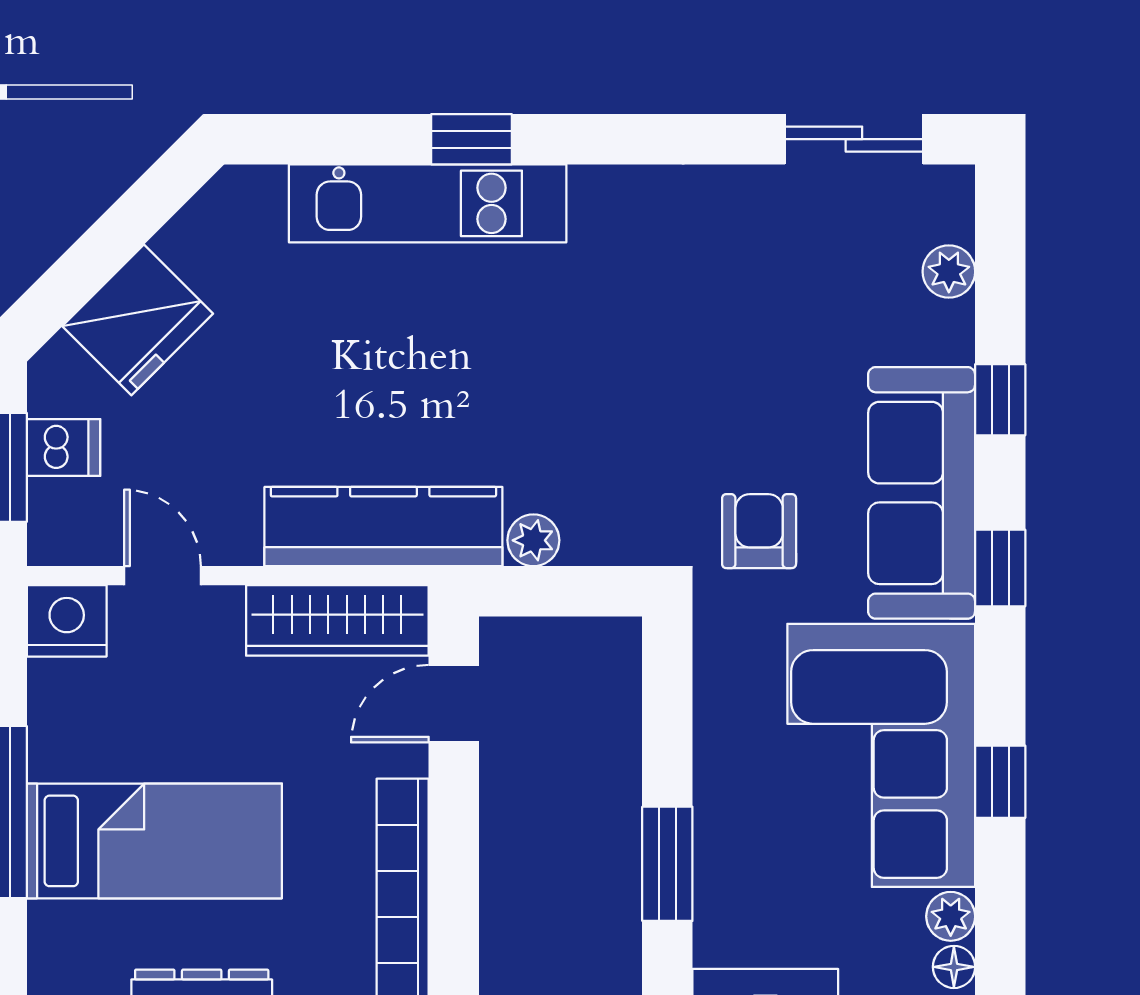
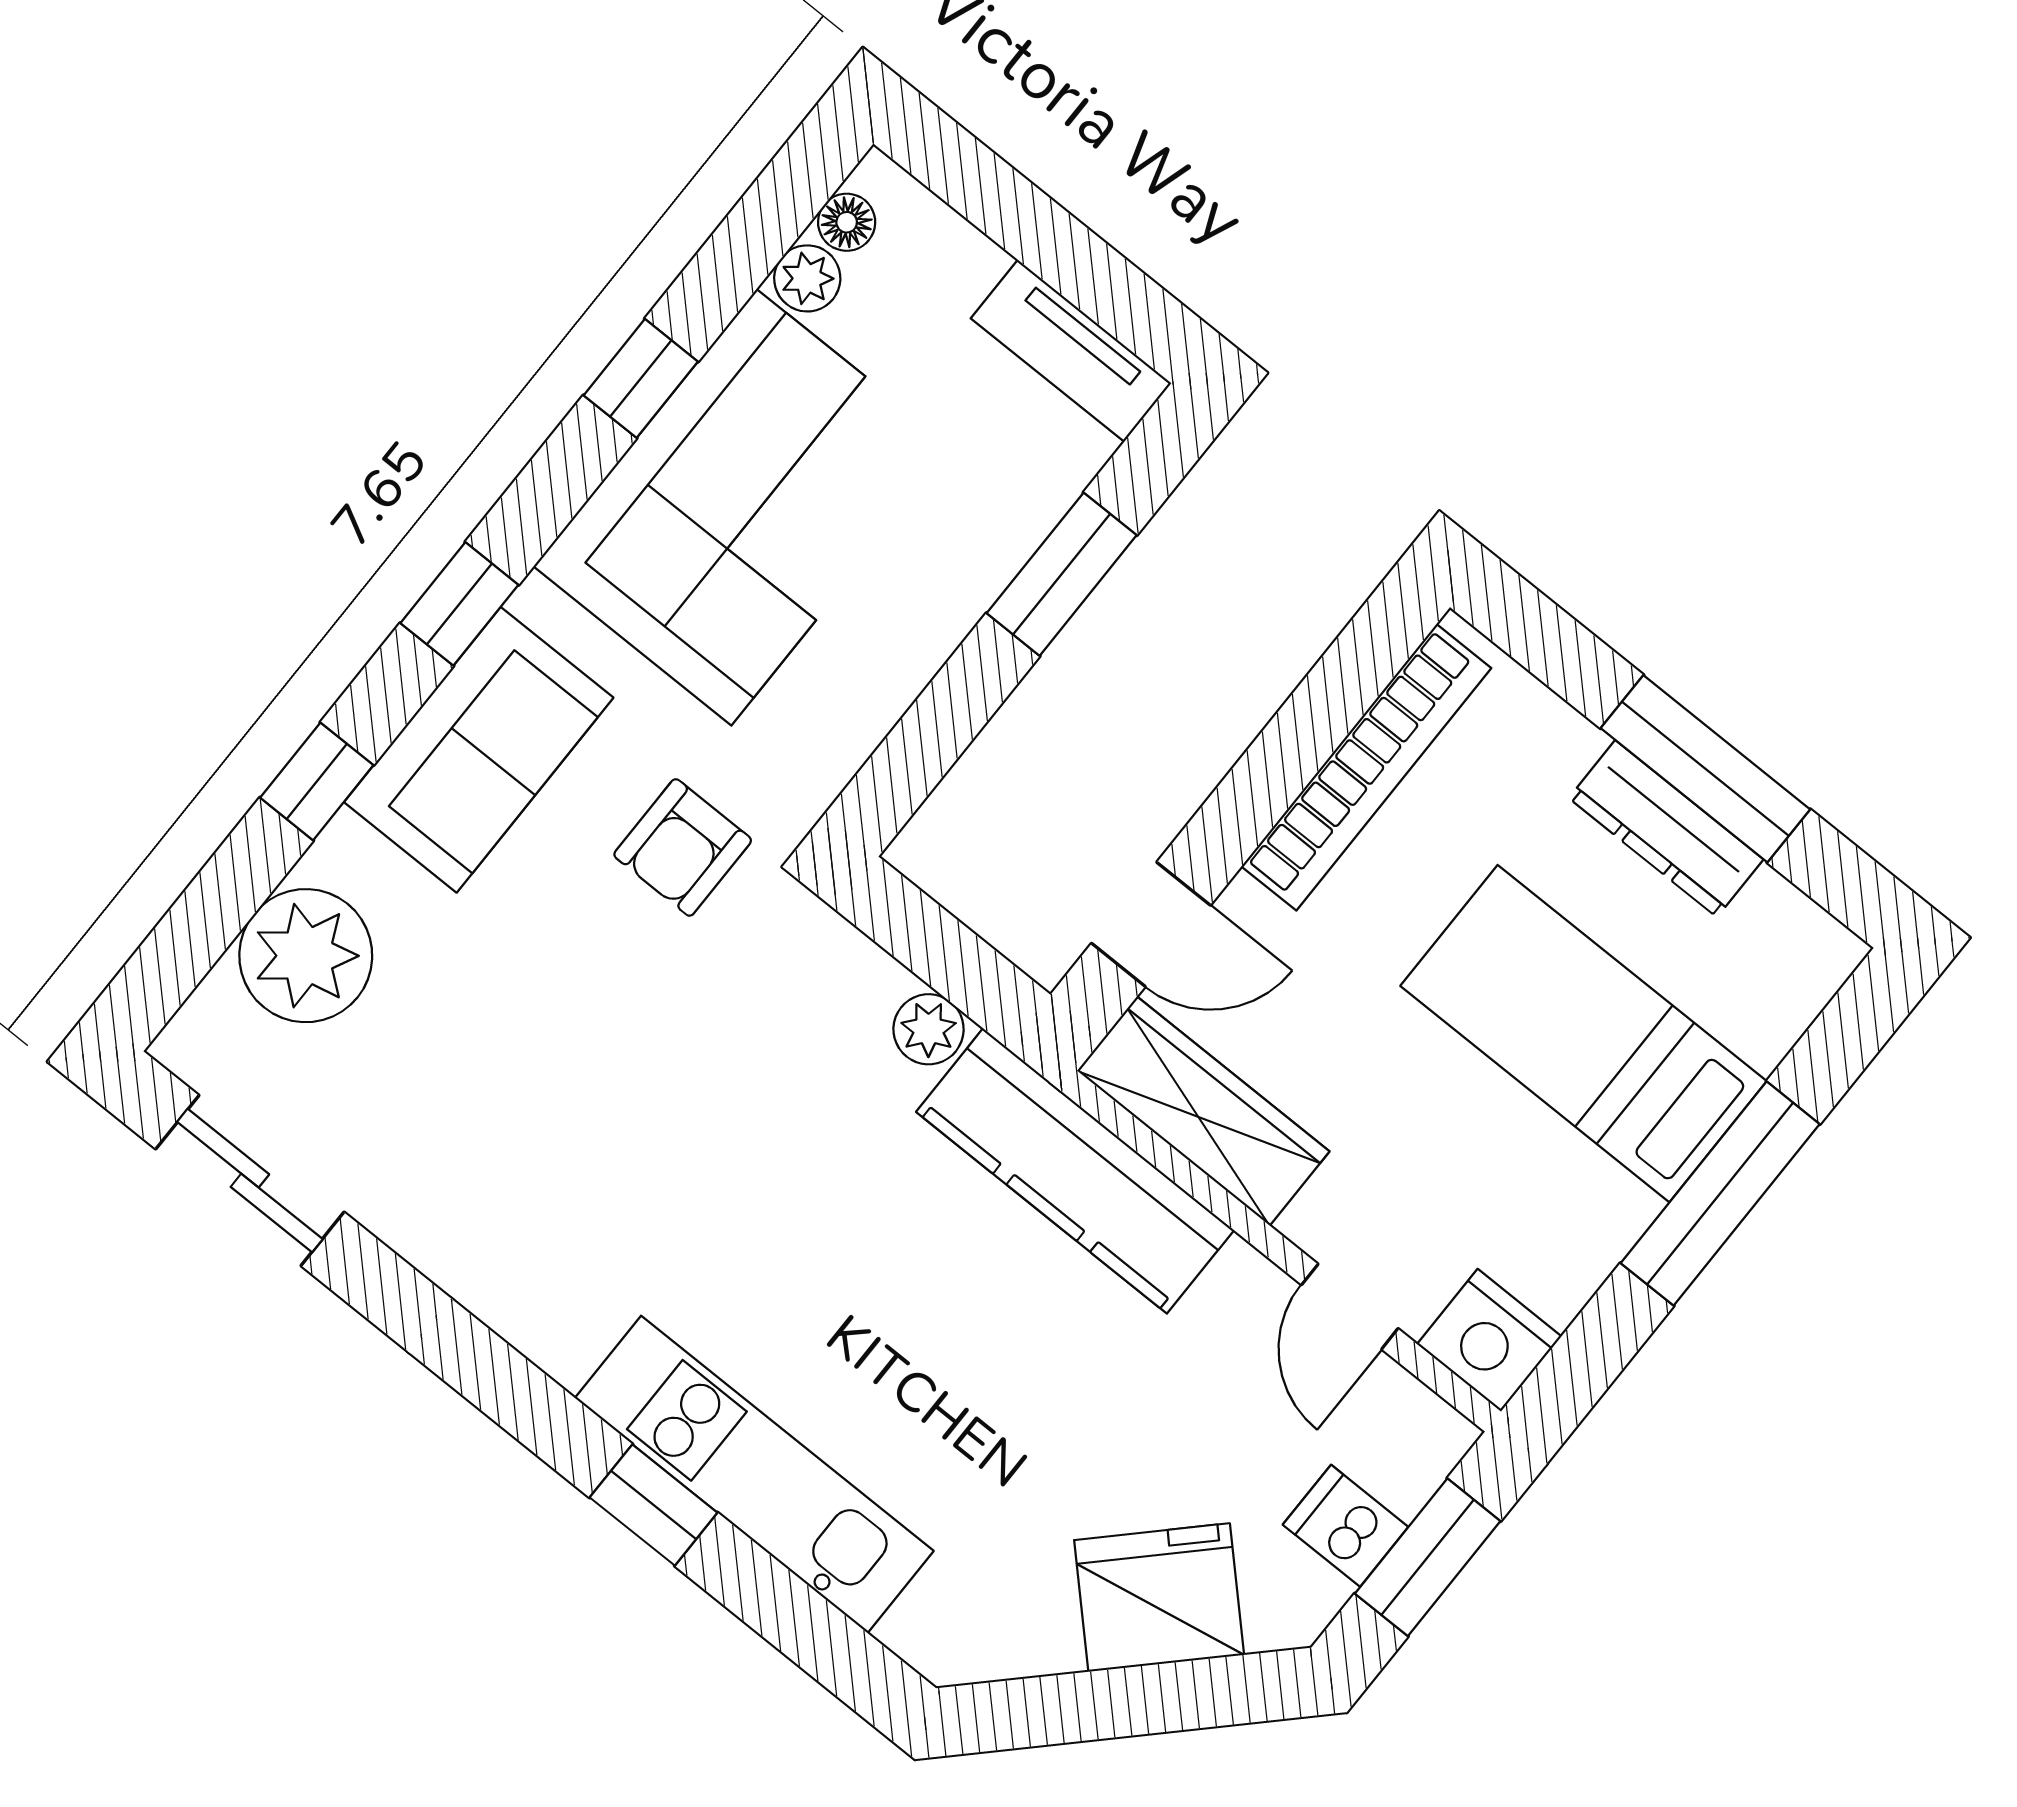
plant: (949, 272) -> (306, 956), width x1.87, depth x1.87
sofa: (922, 493) -> (479, 750), width x0.73

